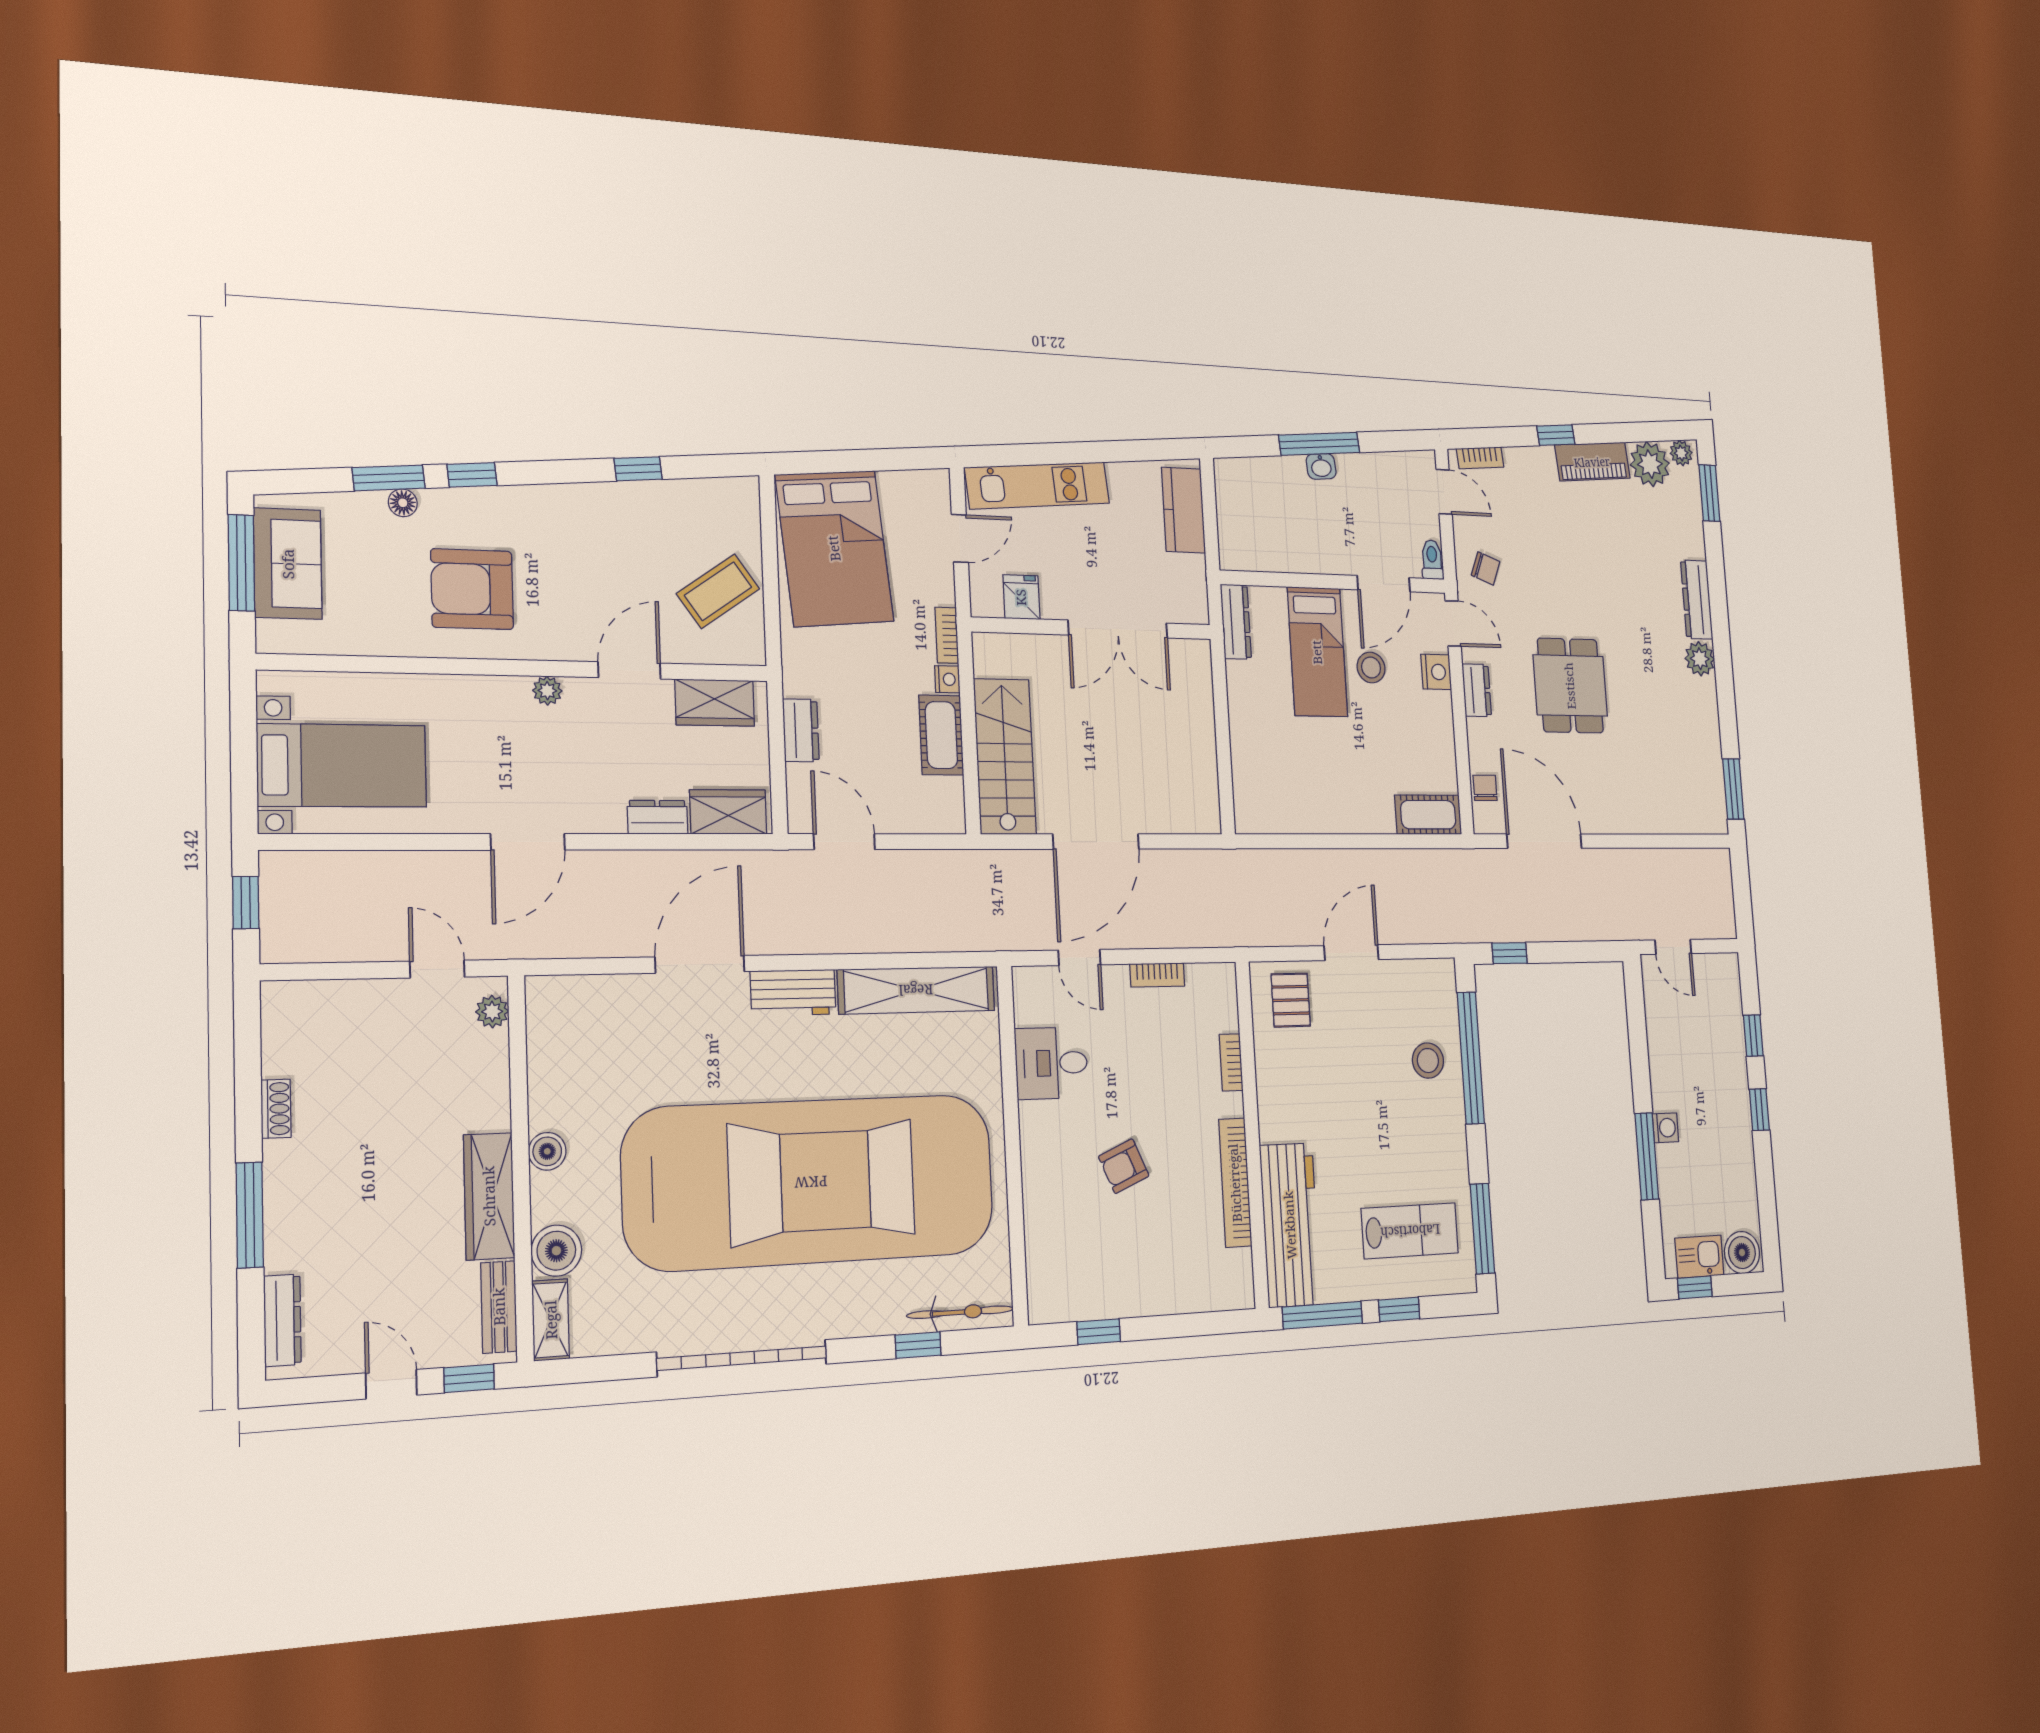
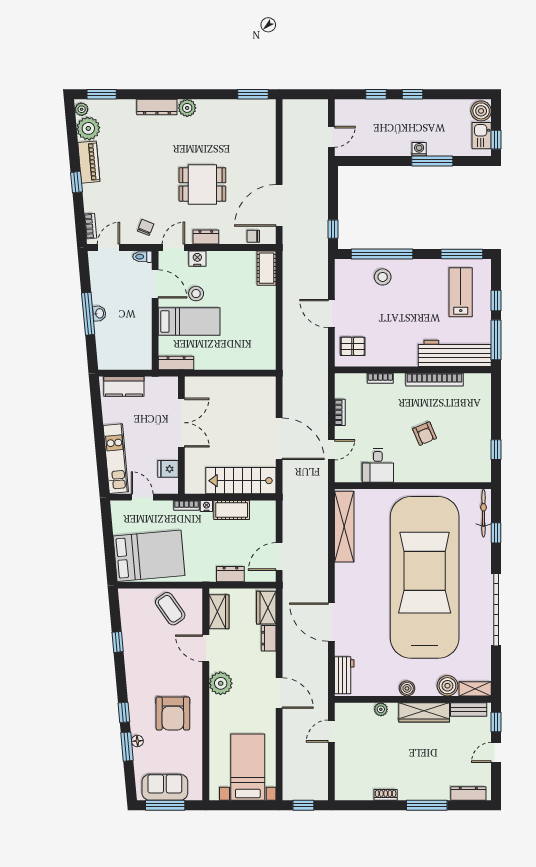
plant: (547, 691) -> (221, 683), width x1.87, depth x1.87
workbench: (793, 993) -> (344, 675), moved
plant: (492, 1012) -> (381, 709), moved

